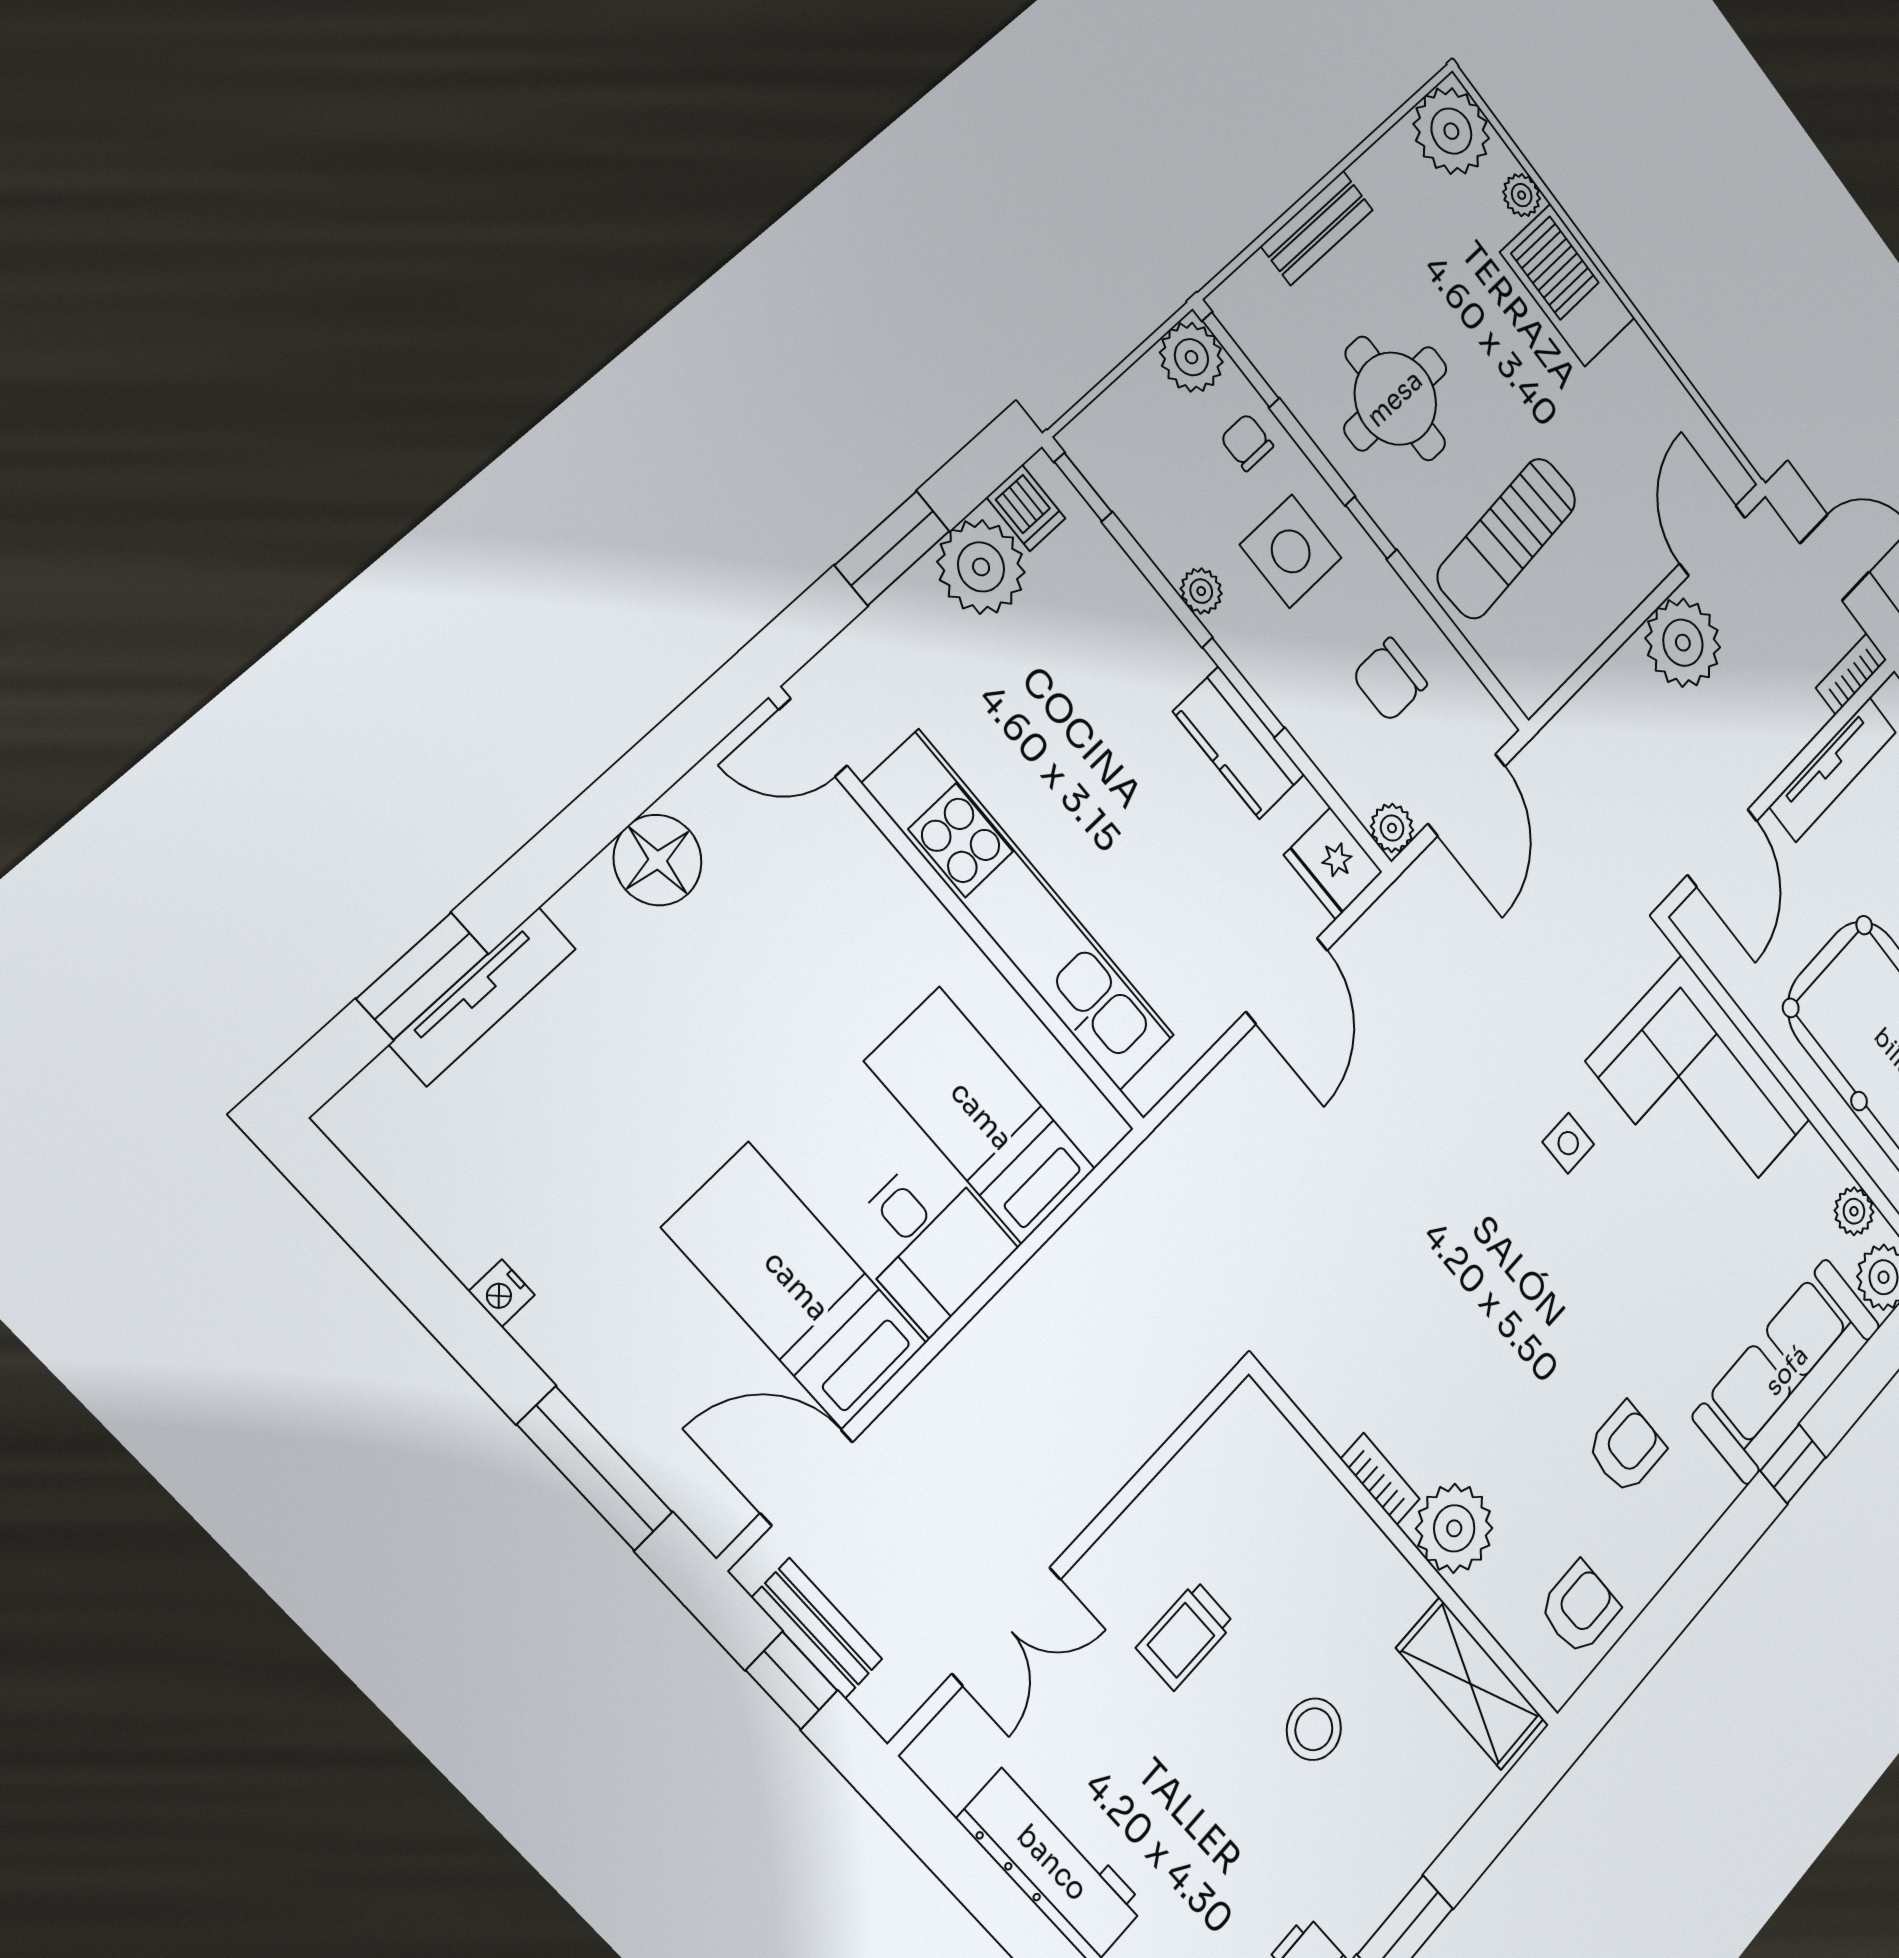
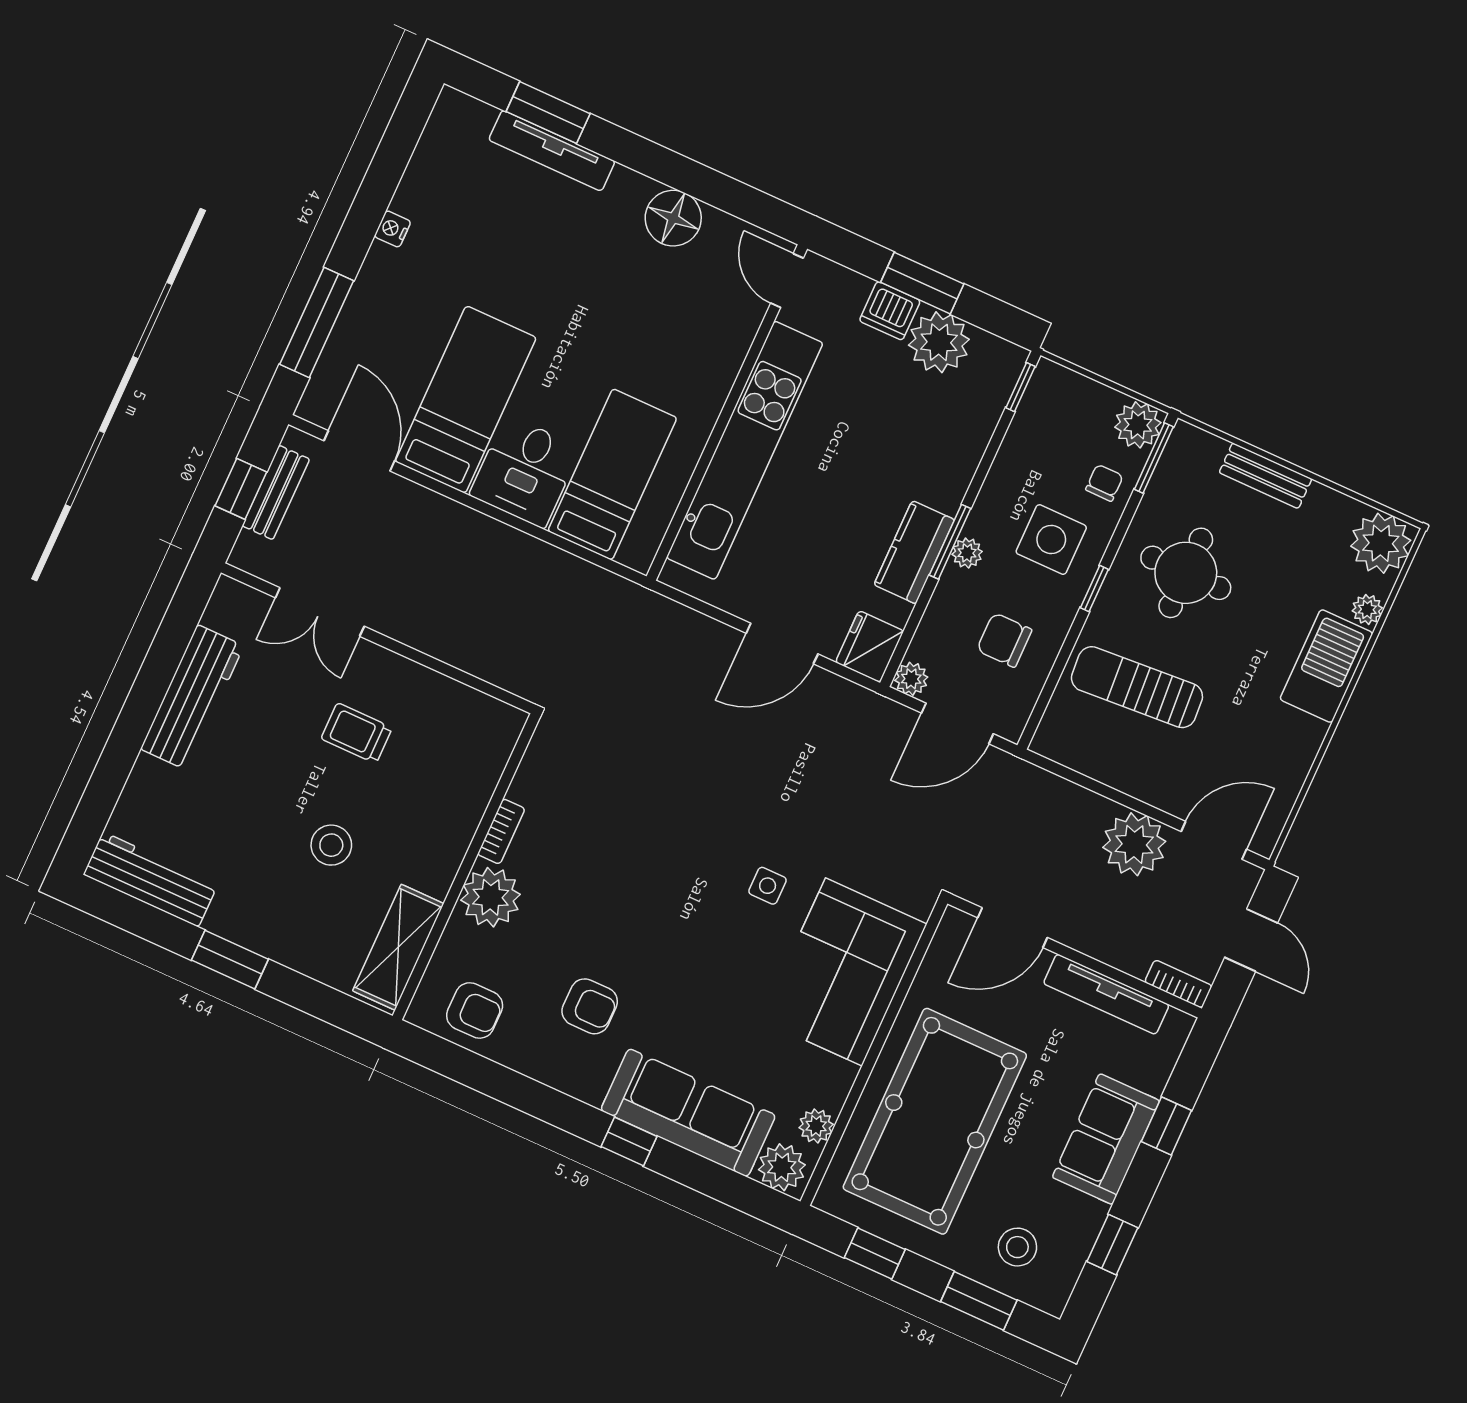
dishwasher: (1026, 508) -> (890, 311), moved, width x1.38
plant: (1201, 591) -> (967, 553), moved

